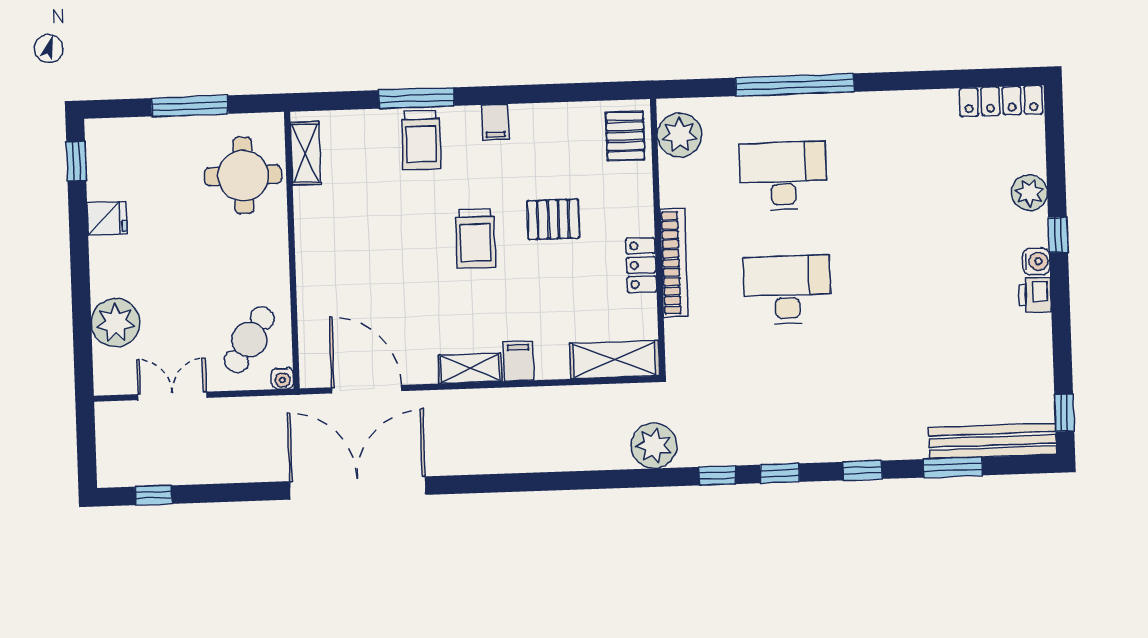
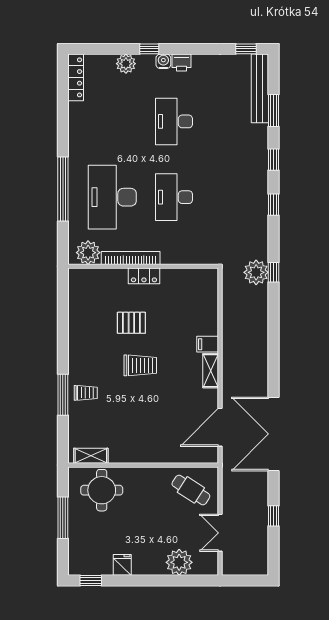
filing cabinet: (495, 122) -> (77, 352), removed
pallet: (625, 136) -> (87, 282), removed
trolley: (421, 140) -> (86, 393), width x0.73, depth x0.72
desk: (783, 176) -> (112, 197), width x1.36, depth x1.30
pallet: (553, 219) -> (131, 323), turned 90
bookcase: (674, 263) -> (131, 258), moved
locker: (641, 265) -> (144, 276), moved
desk: (926, 285) -> (174, 121), added
shelving: (615, 360) -> (209, 292), removed
water cooler: (282, 378) -> (212, 473), removed
window: (717, 475) -> (274, 272), moved
window: (154, 495) -> (274, 516), moved

